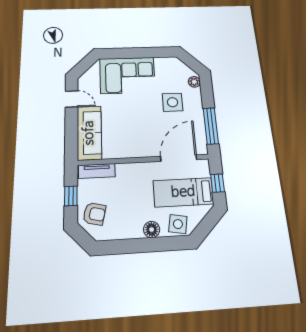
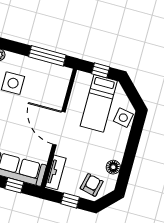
window: (71, 134) -> (14, 185), added
door: (179, 158) -> (59, 128), moved
floor lamp: (152, 230) -> (113, 167), moved

